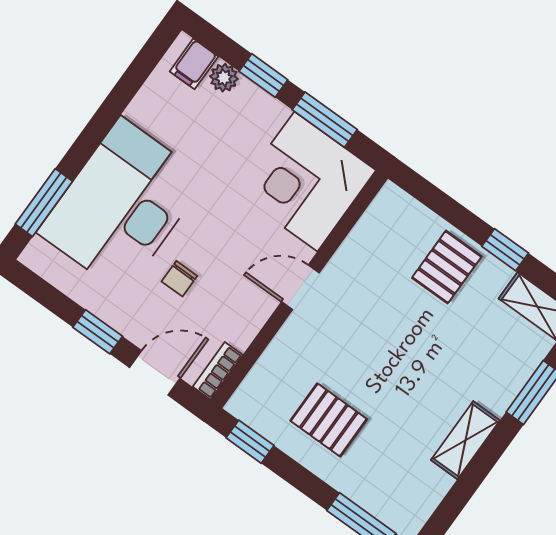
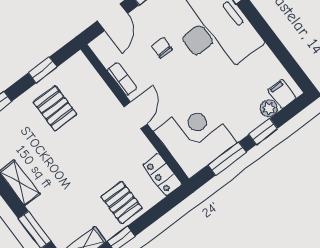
locker: (382, 216) -> (162, 175), added
bookcase: (218, 371) -> (122, 79), moved
pallet: (329, 420) -> (55, 108), turned 90
window: (250, 442) -> (43, 70), moved

